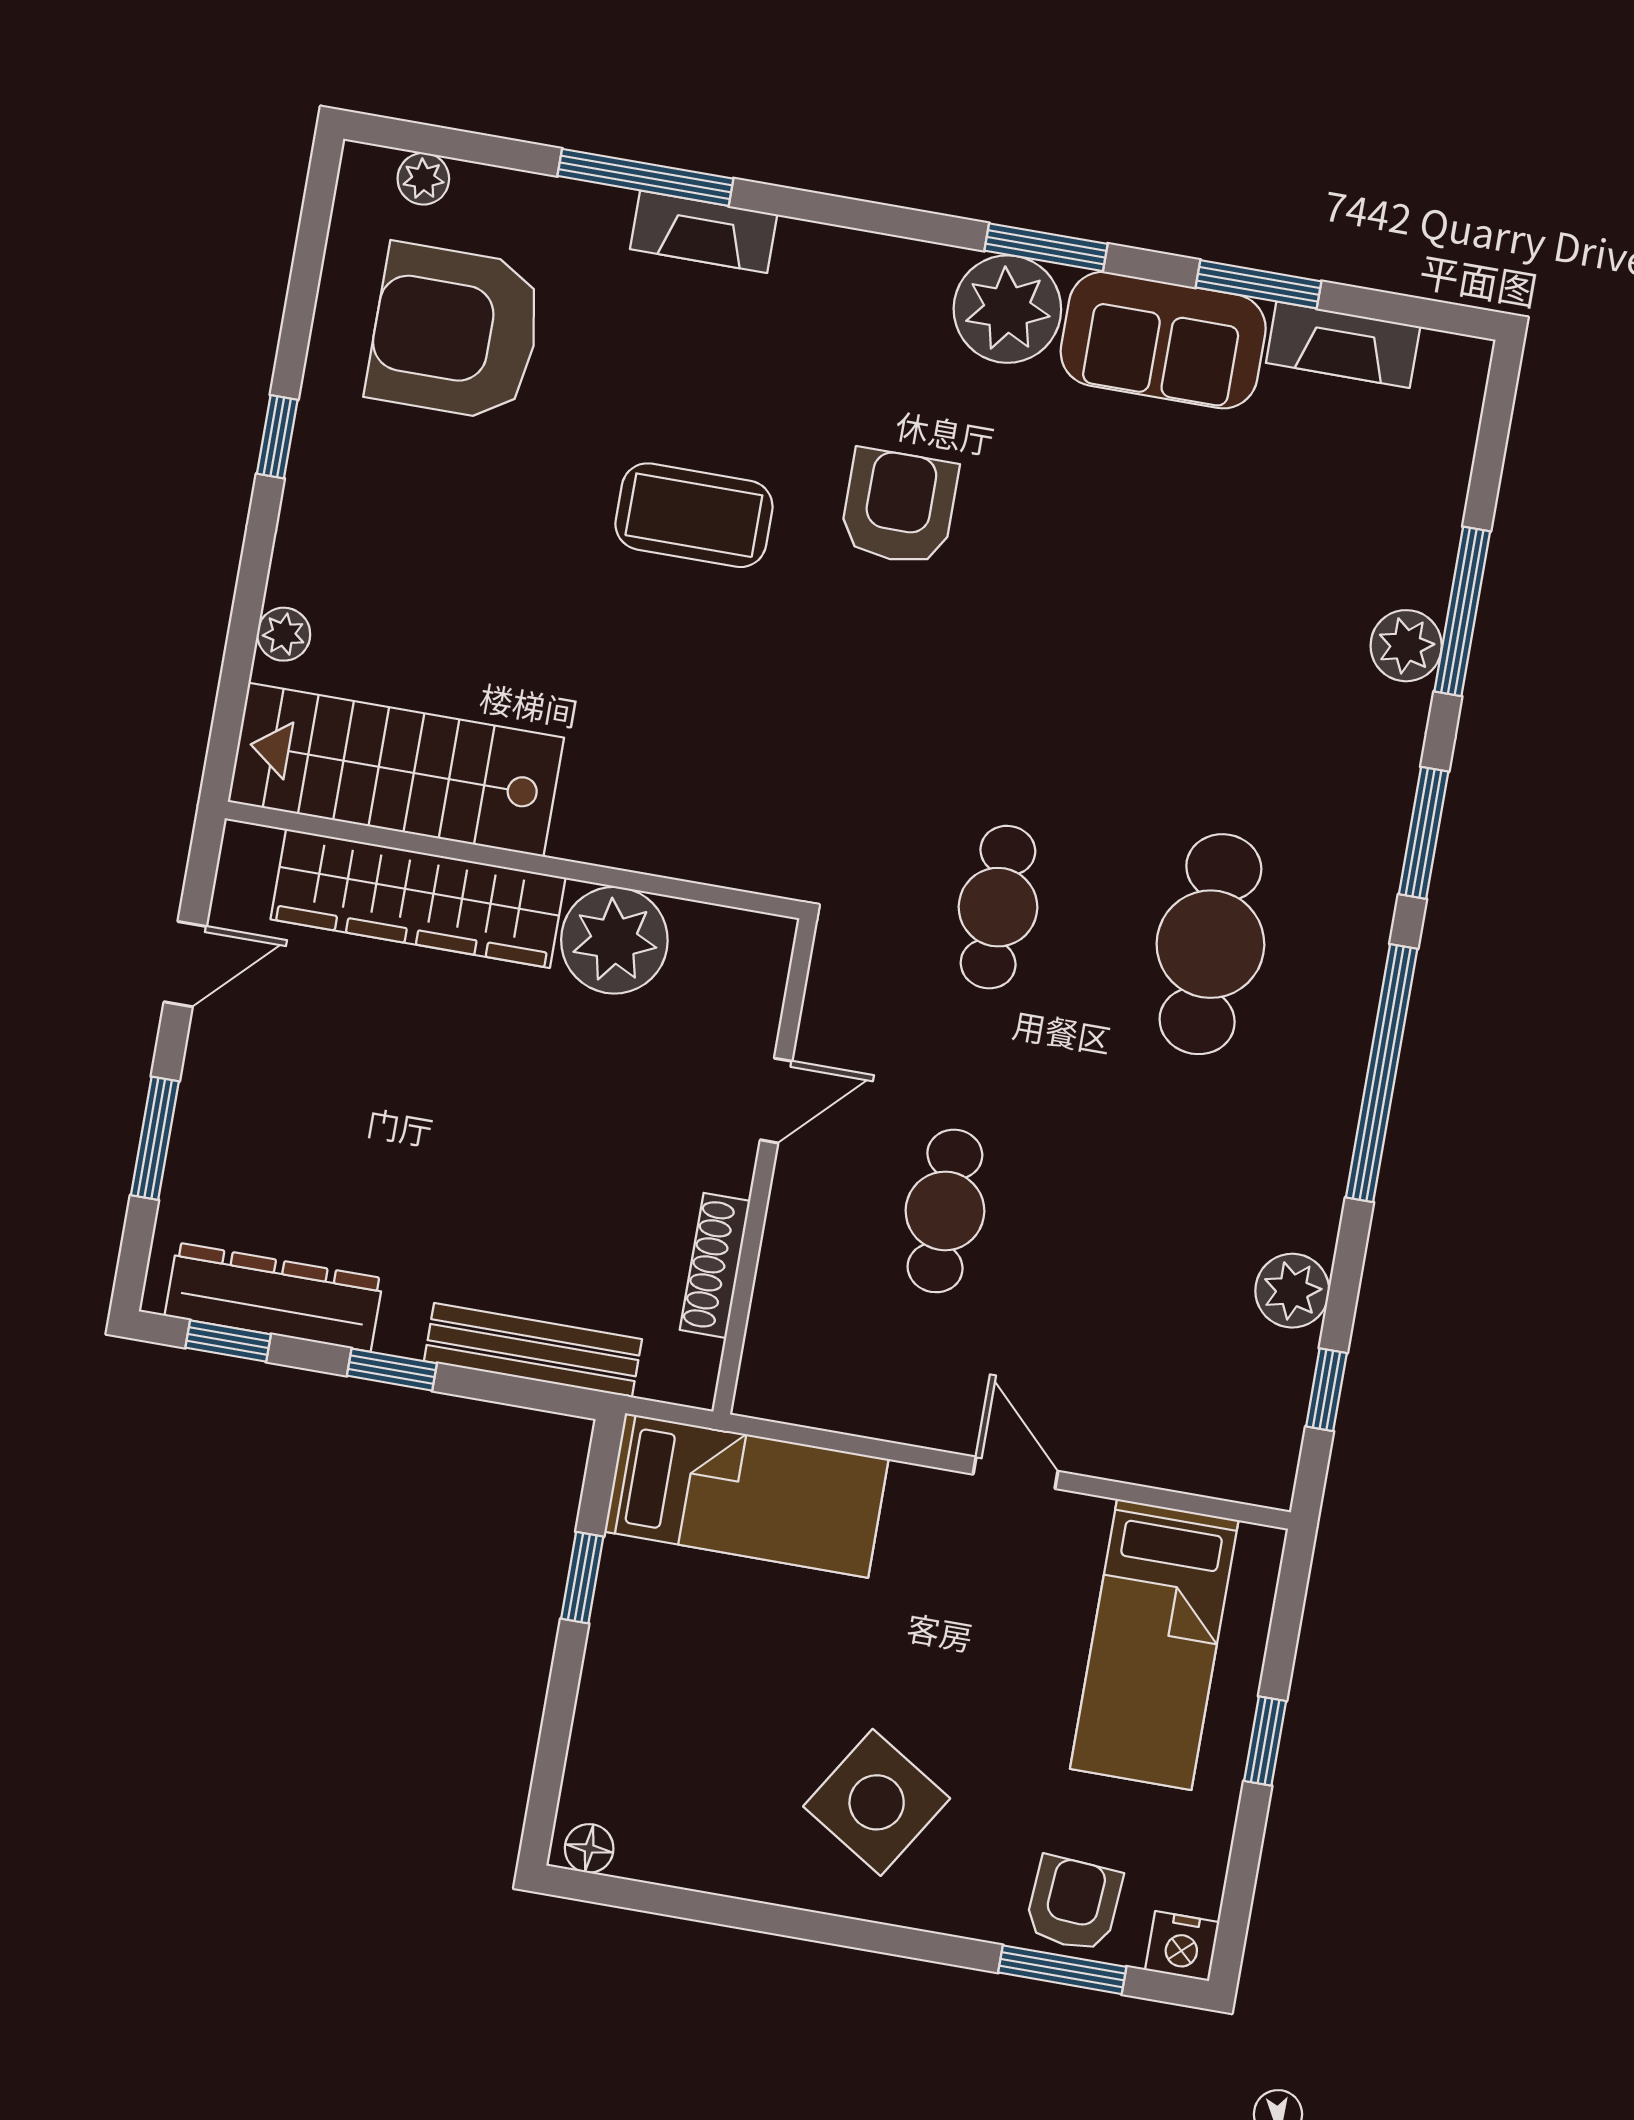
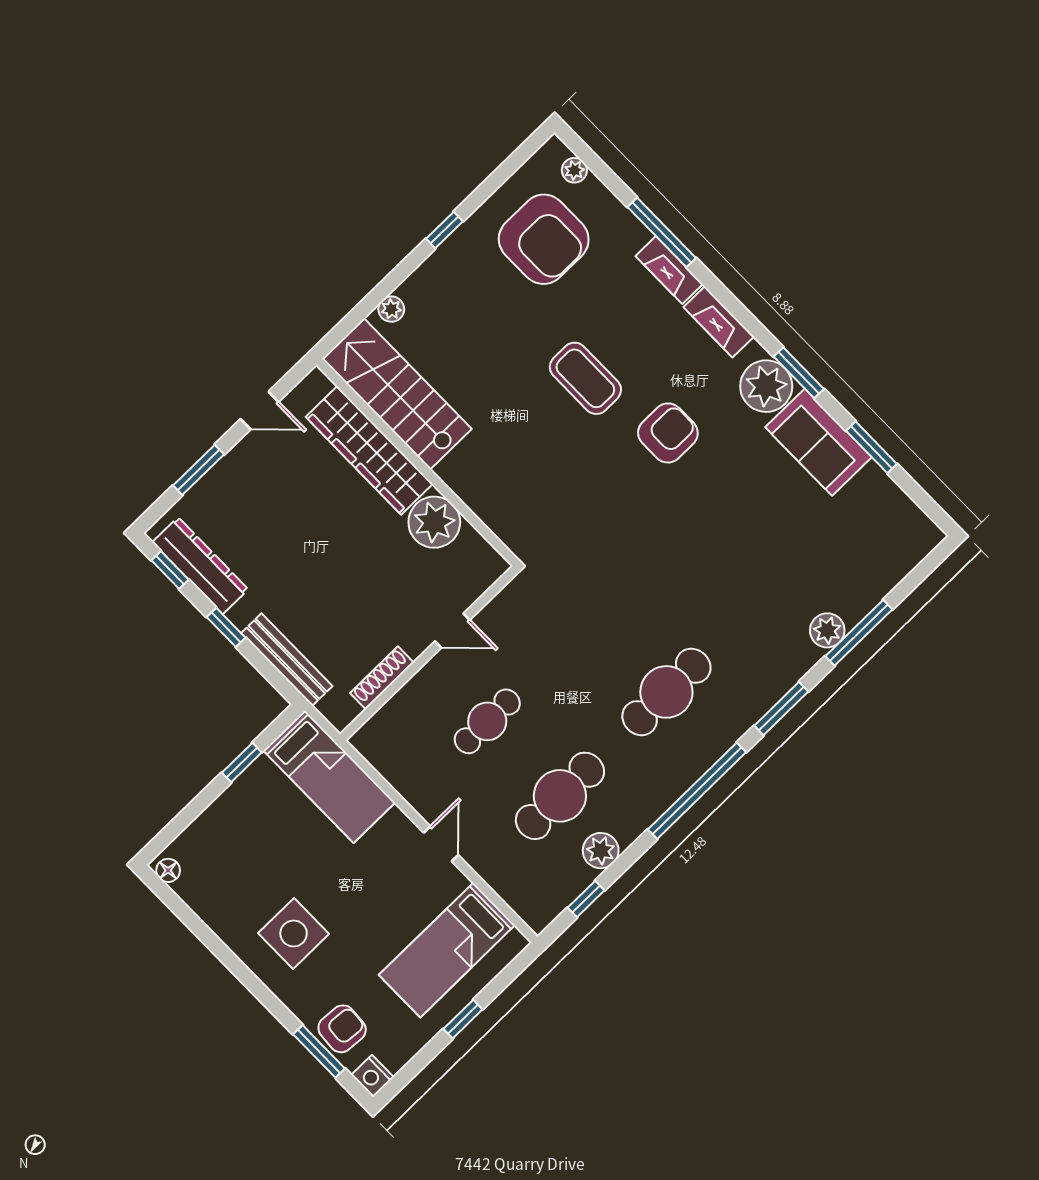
armchair: (455, 332) -> (544, 239), turned 180
fireplace: (1343, 345) -> (719, 322), moved
cafe table: (998, 907) -> (560, 796), moved, width x1.37, depth x1.35
side table: (877, 1802) -> (294, 934), turned -32

